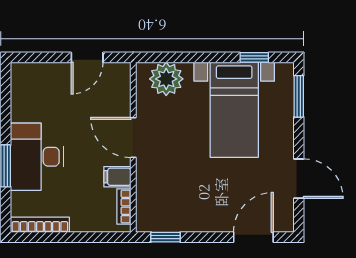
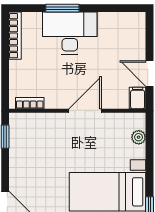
plant: (166, 79) -> (139, 137), width x0.53, depth x0.53
filing cabinet: (117, 177) -> (138, 98), moved

